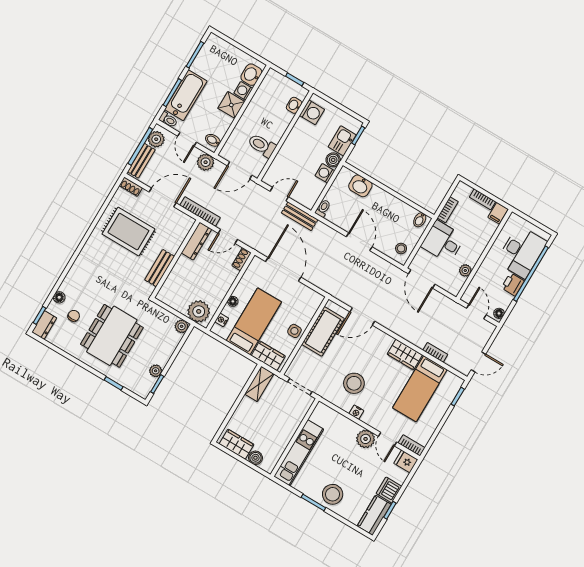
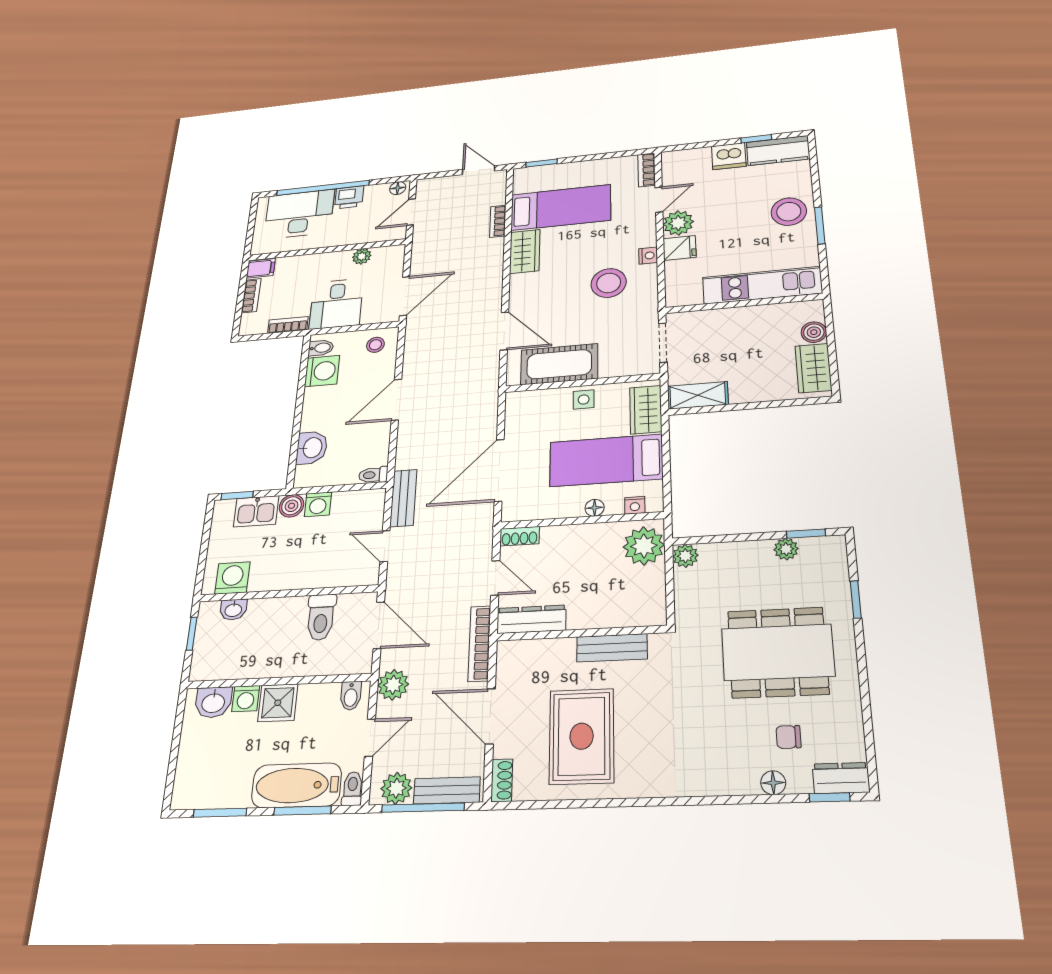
washing machine: (404, 213) -> (322, 371), added
fridge: (406, 461) -> (680, 248), moved, turned -90

